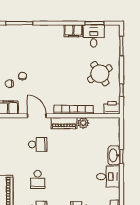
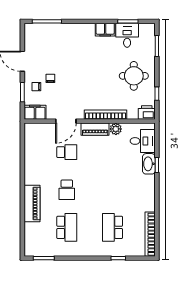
round table: (100, 74) -> (134, 76), turned 32
door: (37, 116) -> (66, 121), swing flipped
desk: (108, 177) -> (143, 141), moved

